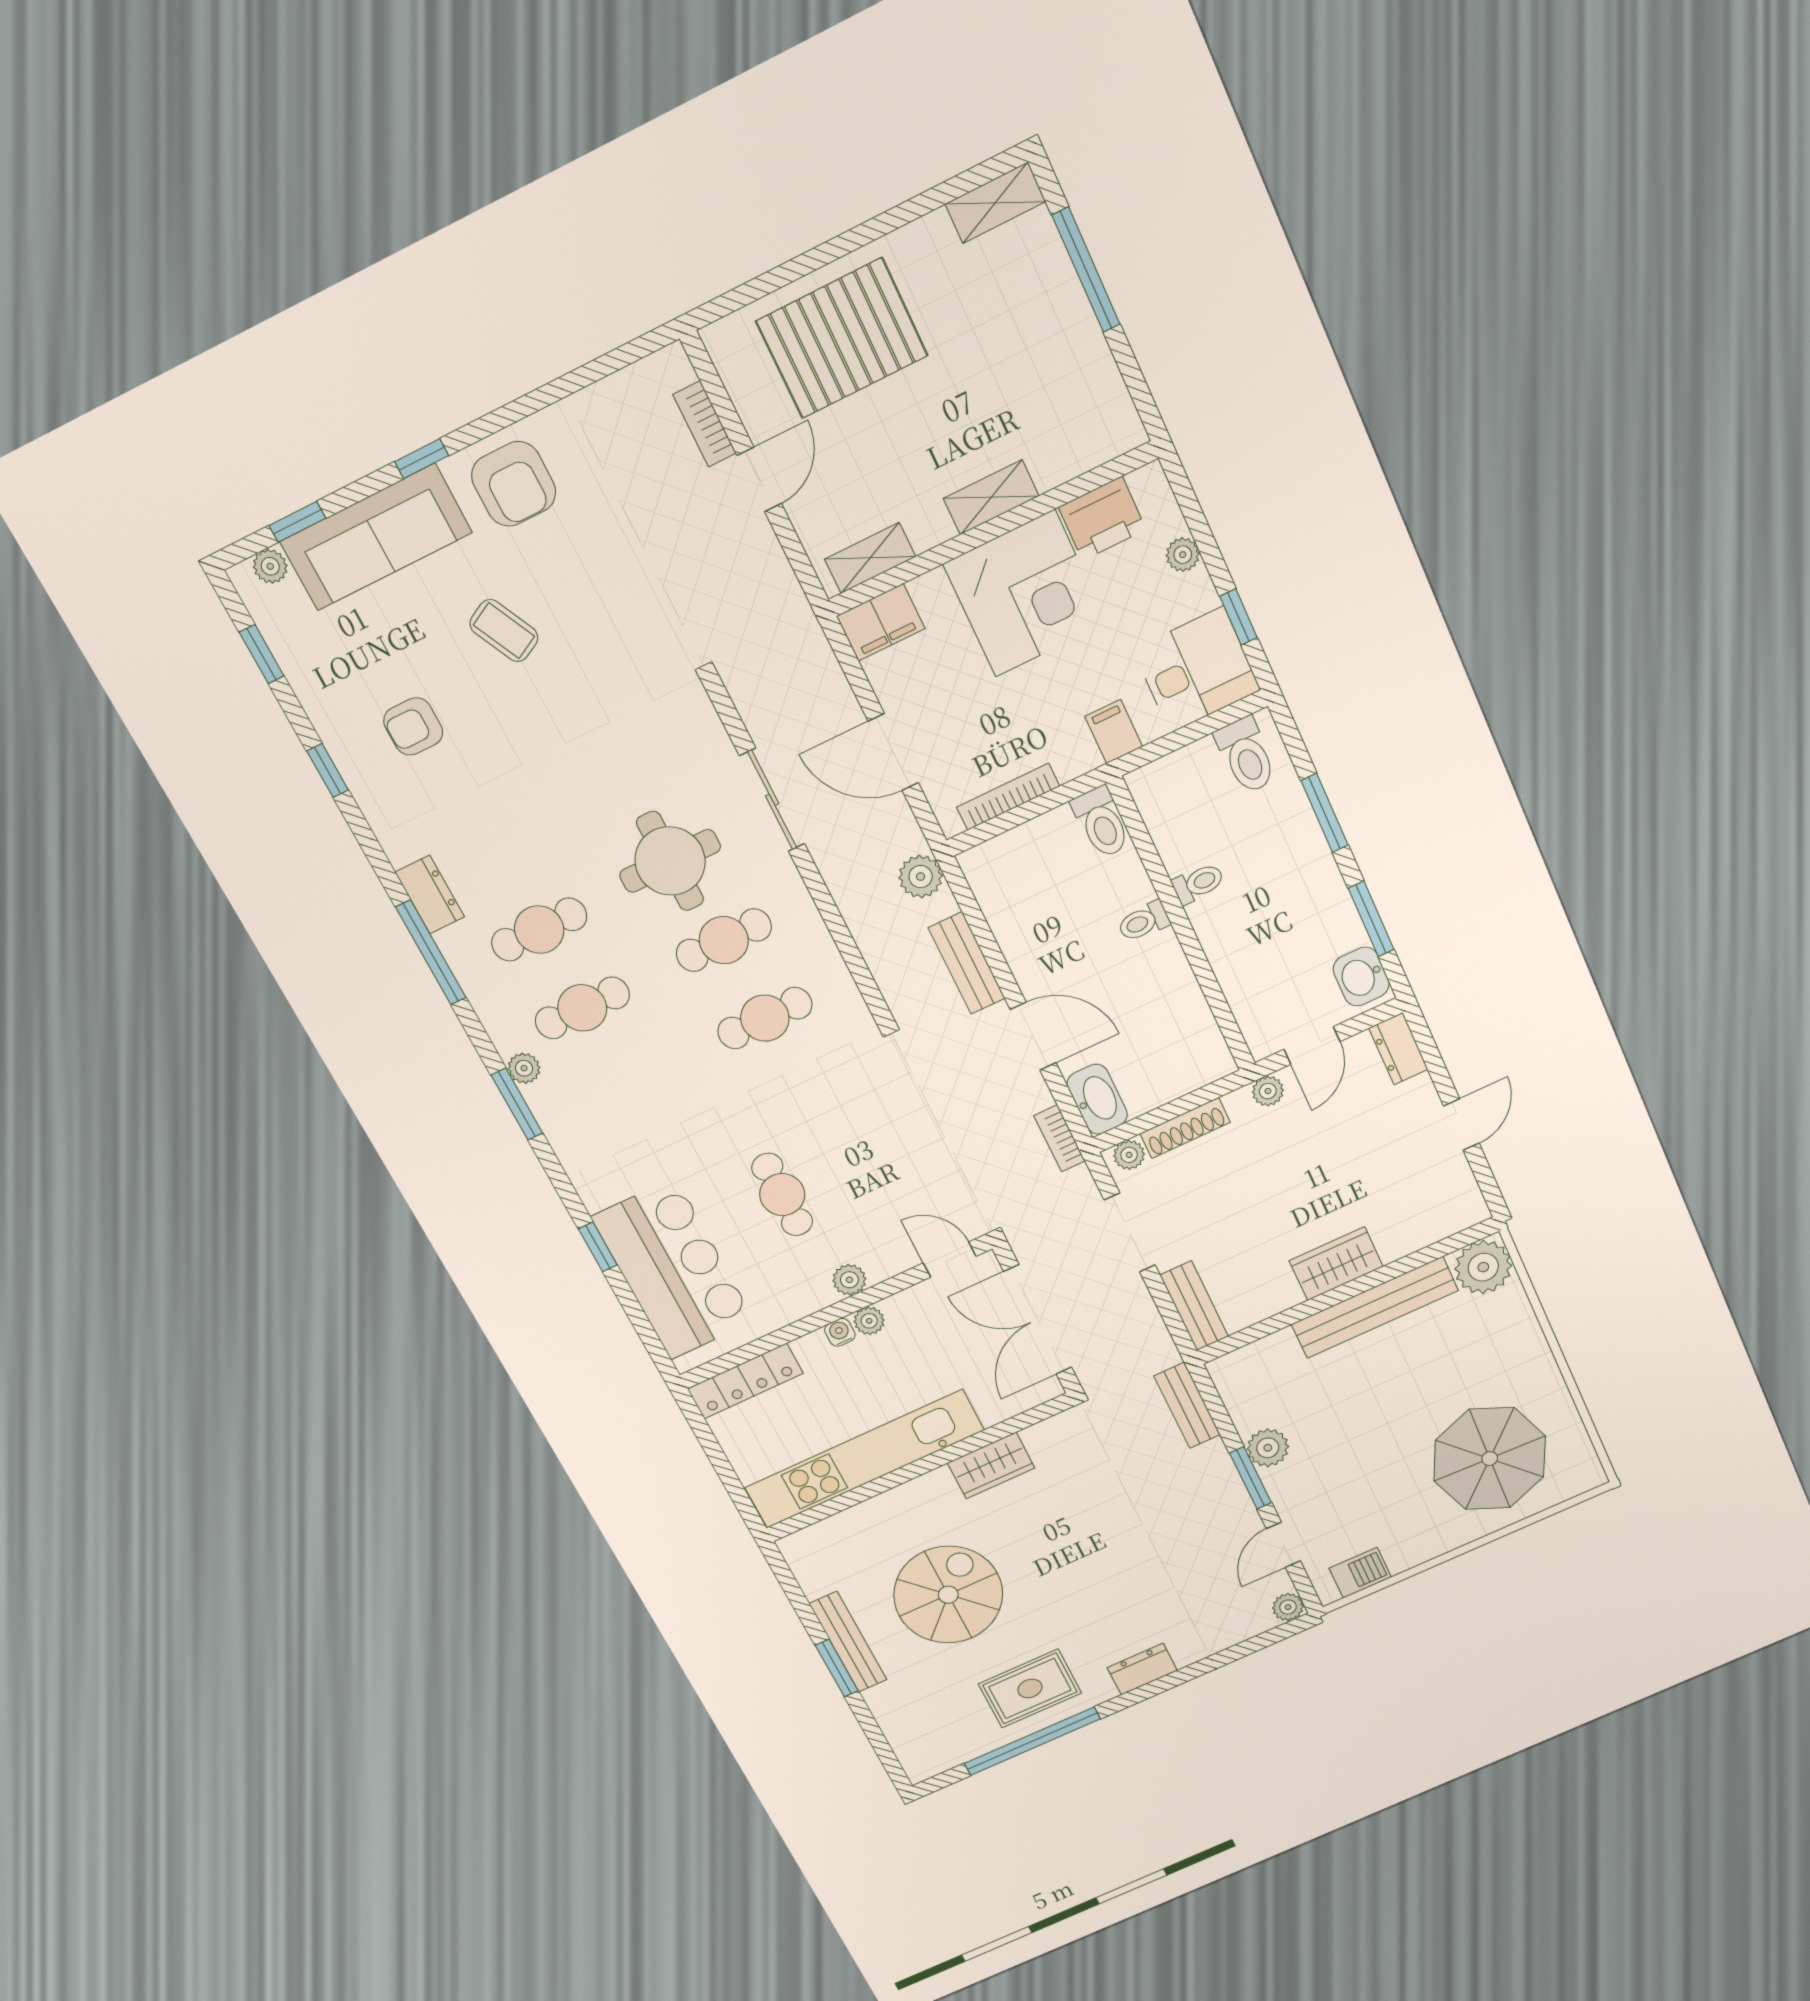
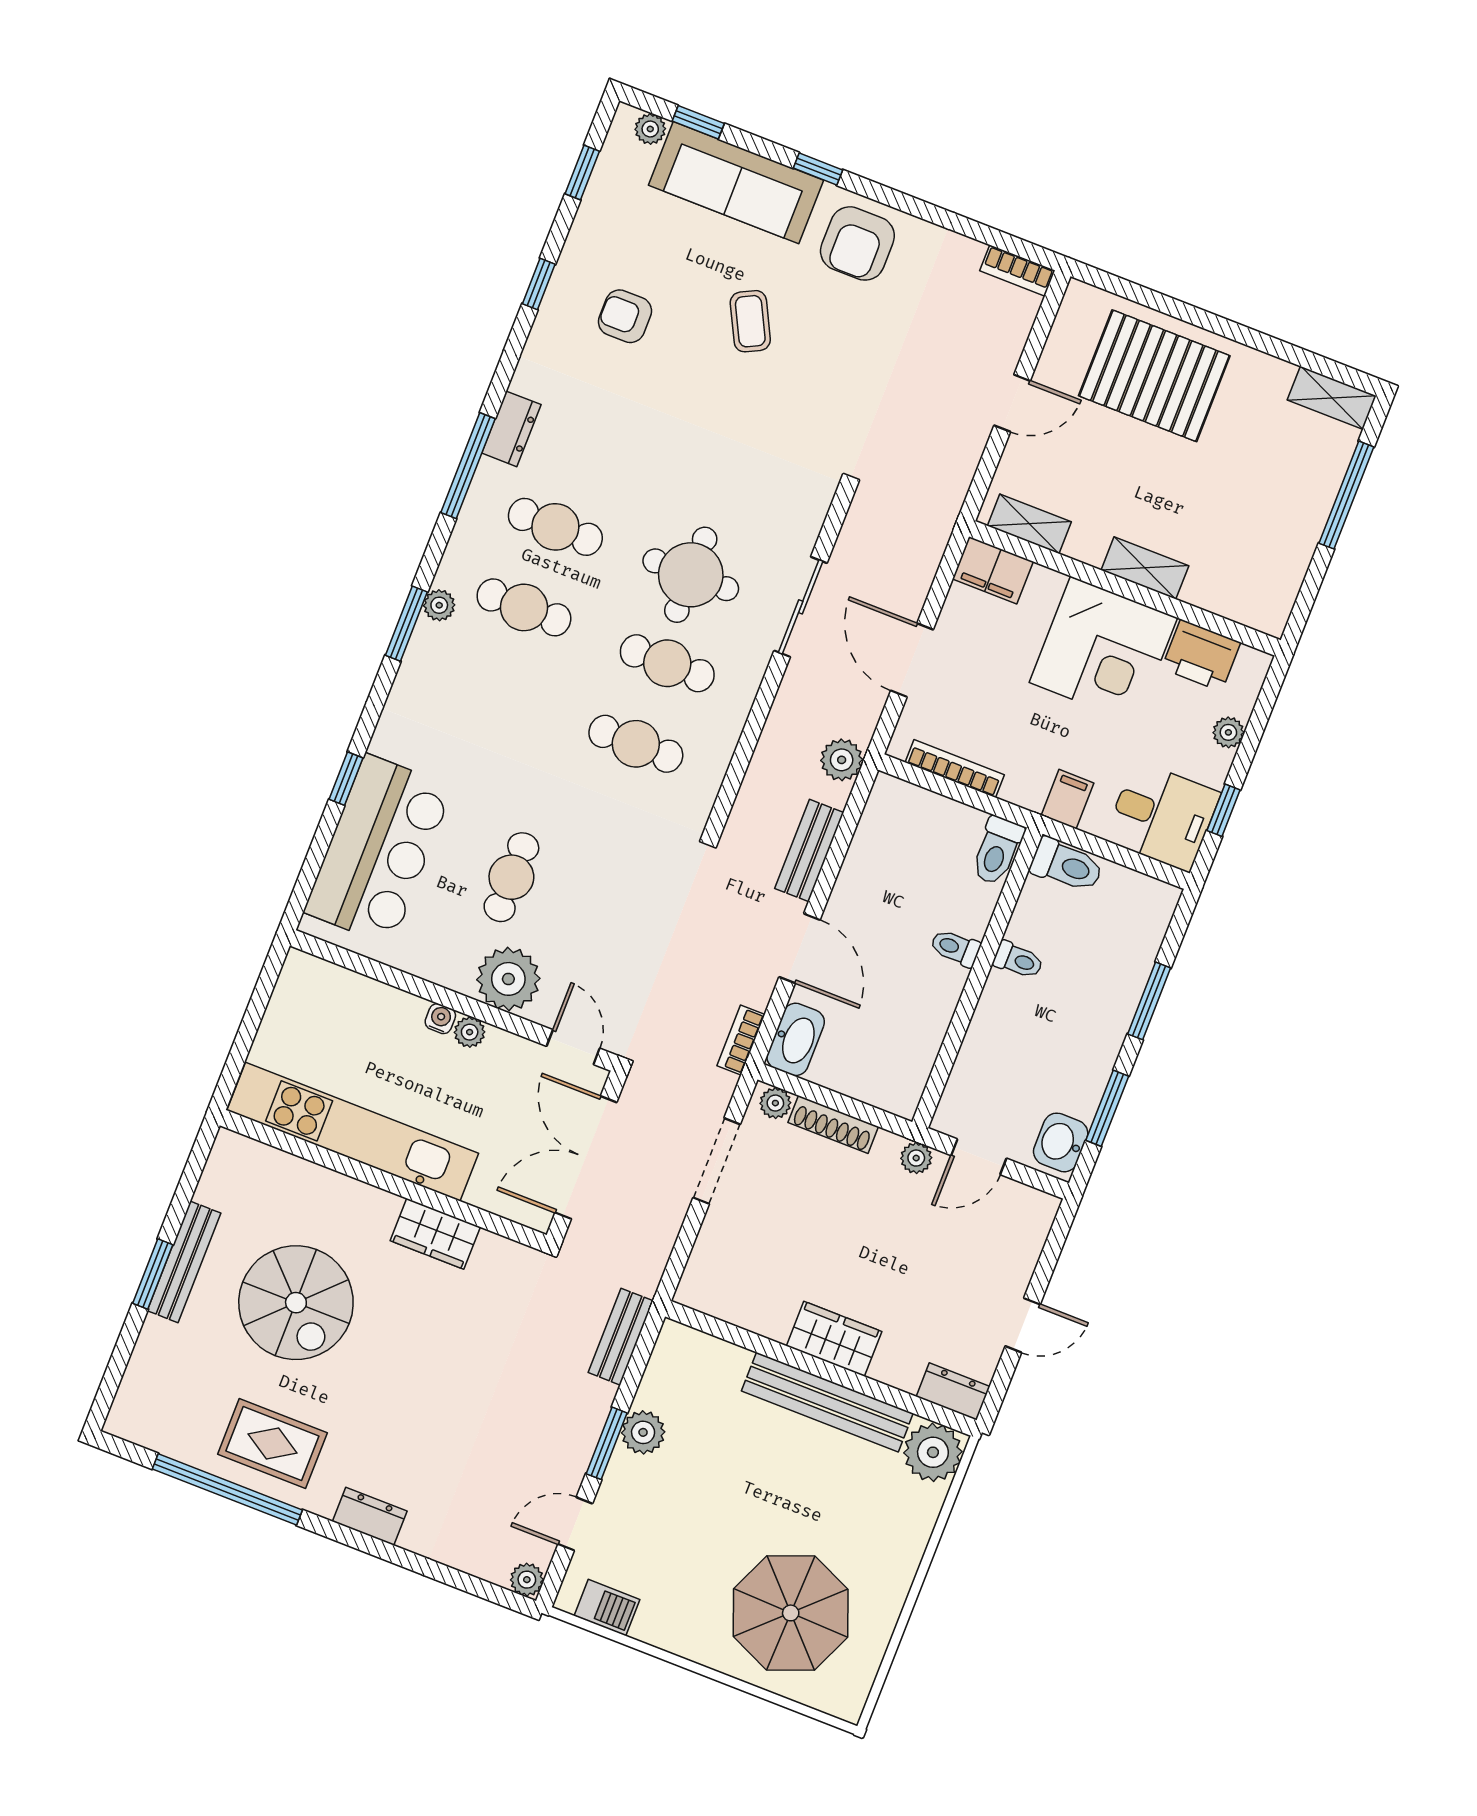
bookcase: (705, 424) -> (1017, 271), moved, turned -90
toilet: (1246, 756) -> (1067, 865), moved, turned -90
dresser: (1398, 1049) -> (953, 1392), moved, turned 90
plant: (849, 1280) -> (508, 979), width x1.88, depth x1.88
bench: (1194, 1306) -> (704, 1264), removed
locker: (745, 1381) -> (336, 984), removed
spiral stairs: (948, 1595) -> (296, 1303), turned 90

